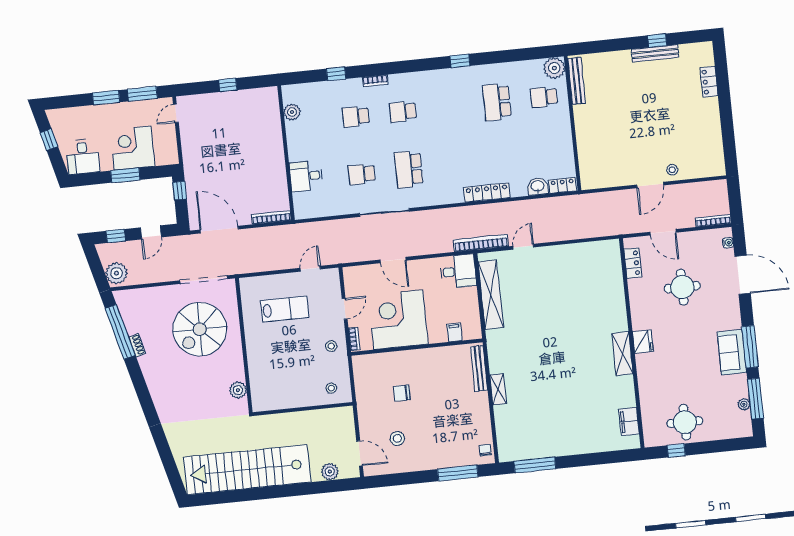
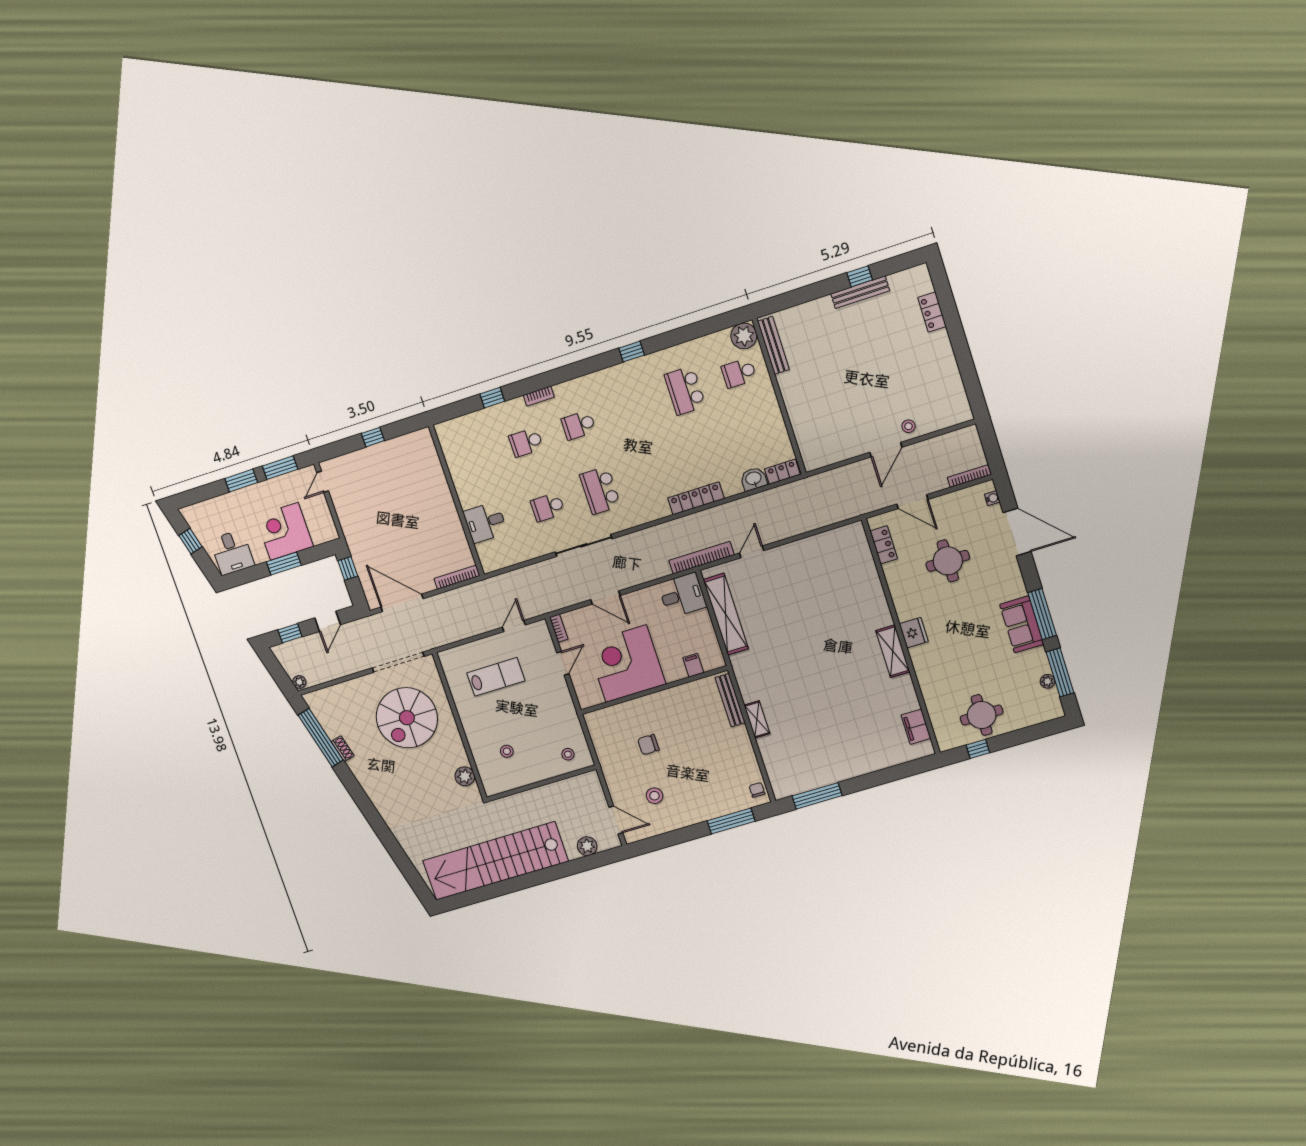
plant: (292, 112) -> (452, 453), removed
plant: (116, 273) -> (299, 682), width x0.53, depth x0.53
bookcase: (354, 339) -> (559, 628), moved
stool: (331, 346) -> (507, 751), moved

